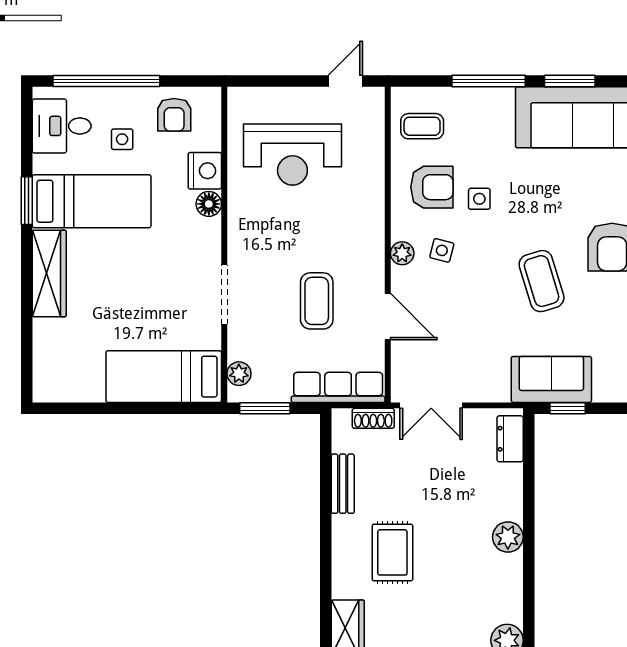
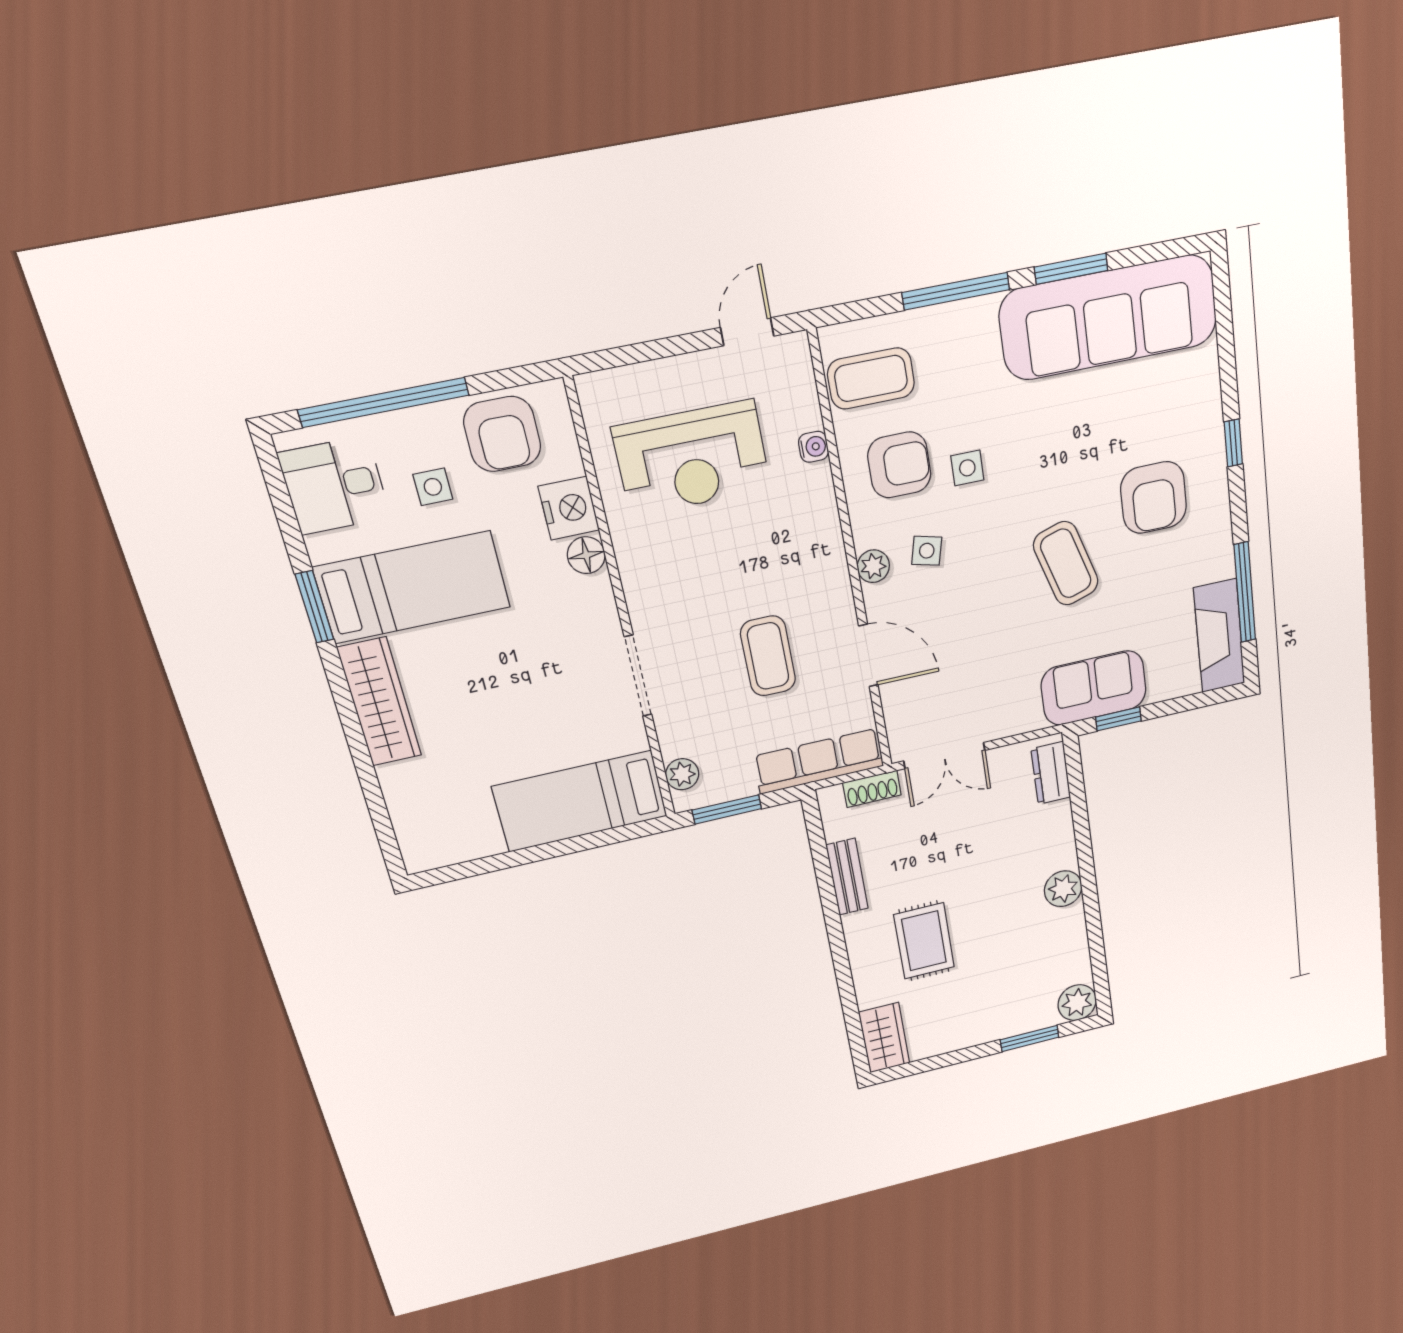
armchair: (174, 115) -> (502, 434), width x1.38, depth x1.38
coffee table: (422, 126) -> (871, 378), width x1.36, depth x1.30
water cooler: (375, 163) -> (814, 447), added

